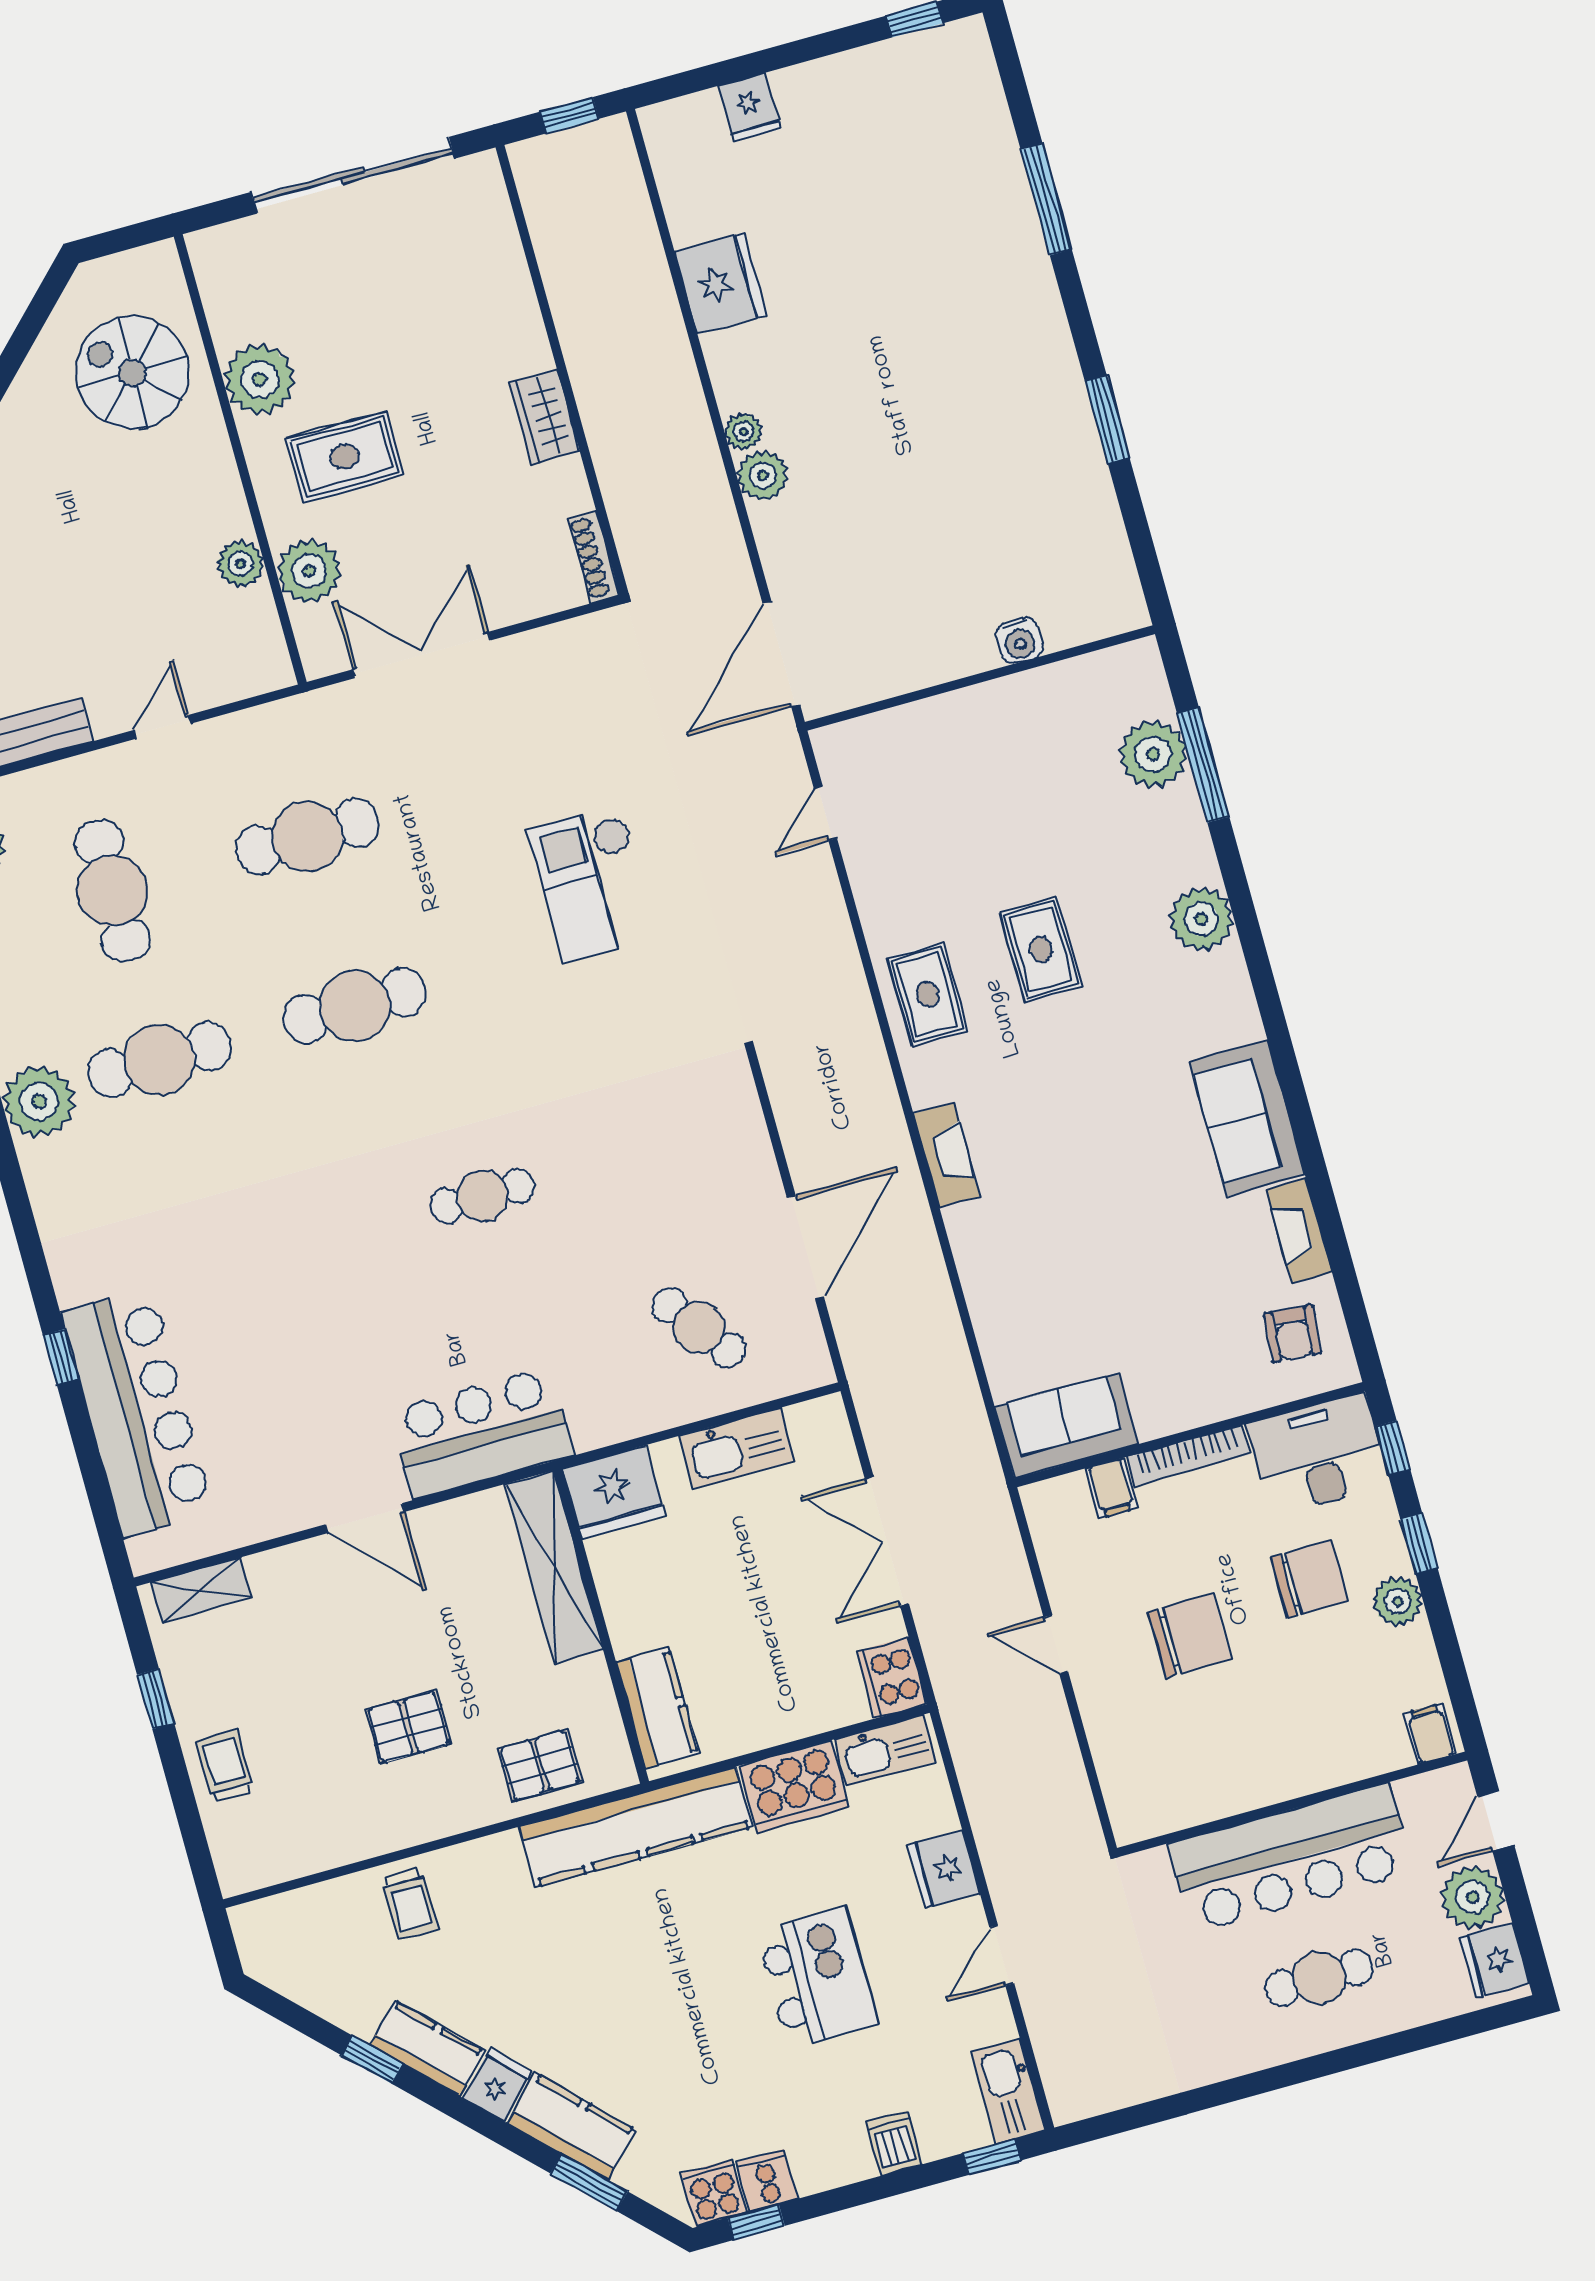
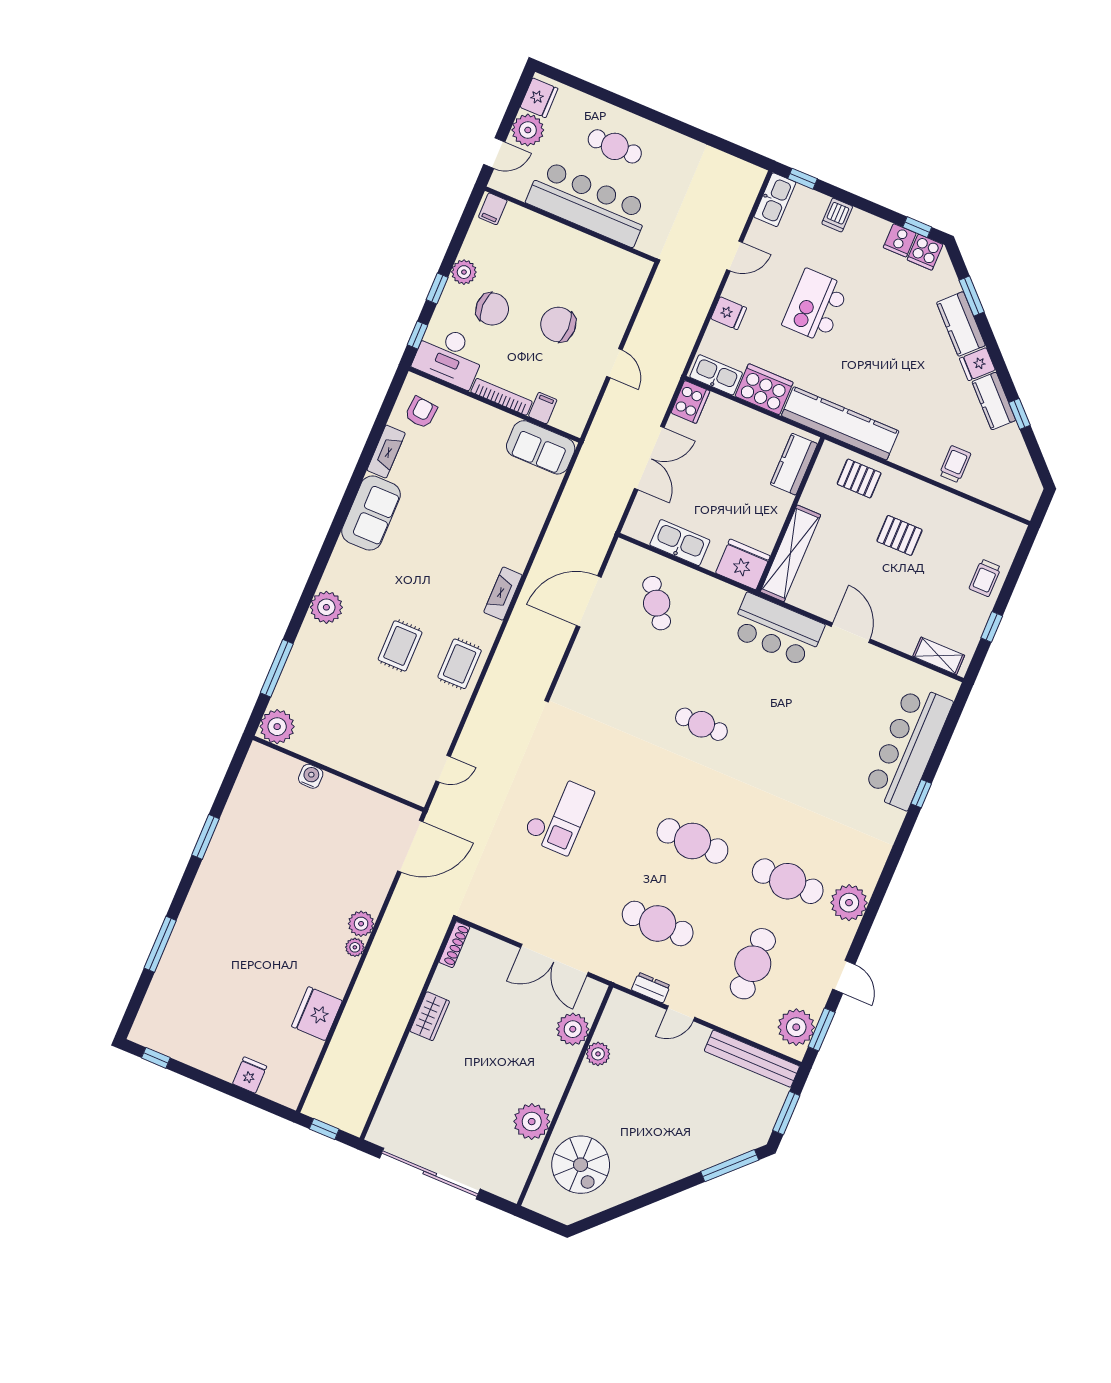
rug: (345, 457) -> (522, 1064), removed
dresser: (240, 730) -> (651, 988), added
plant: (1153, 754) -> (277, 727), moved
chair: (1309, 1579) -> (492, 309), turned 180
fridge: (944, 1869) -> (729, 313), width x0.72

